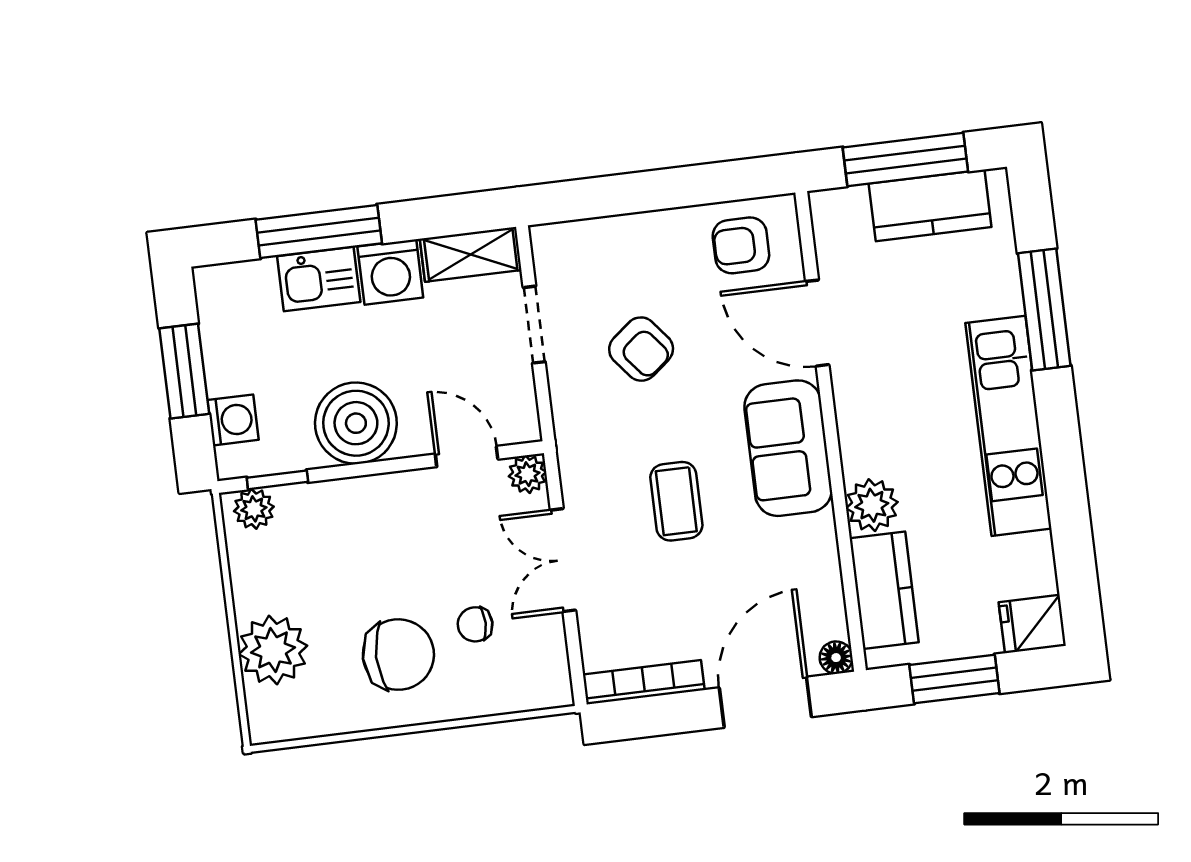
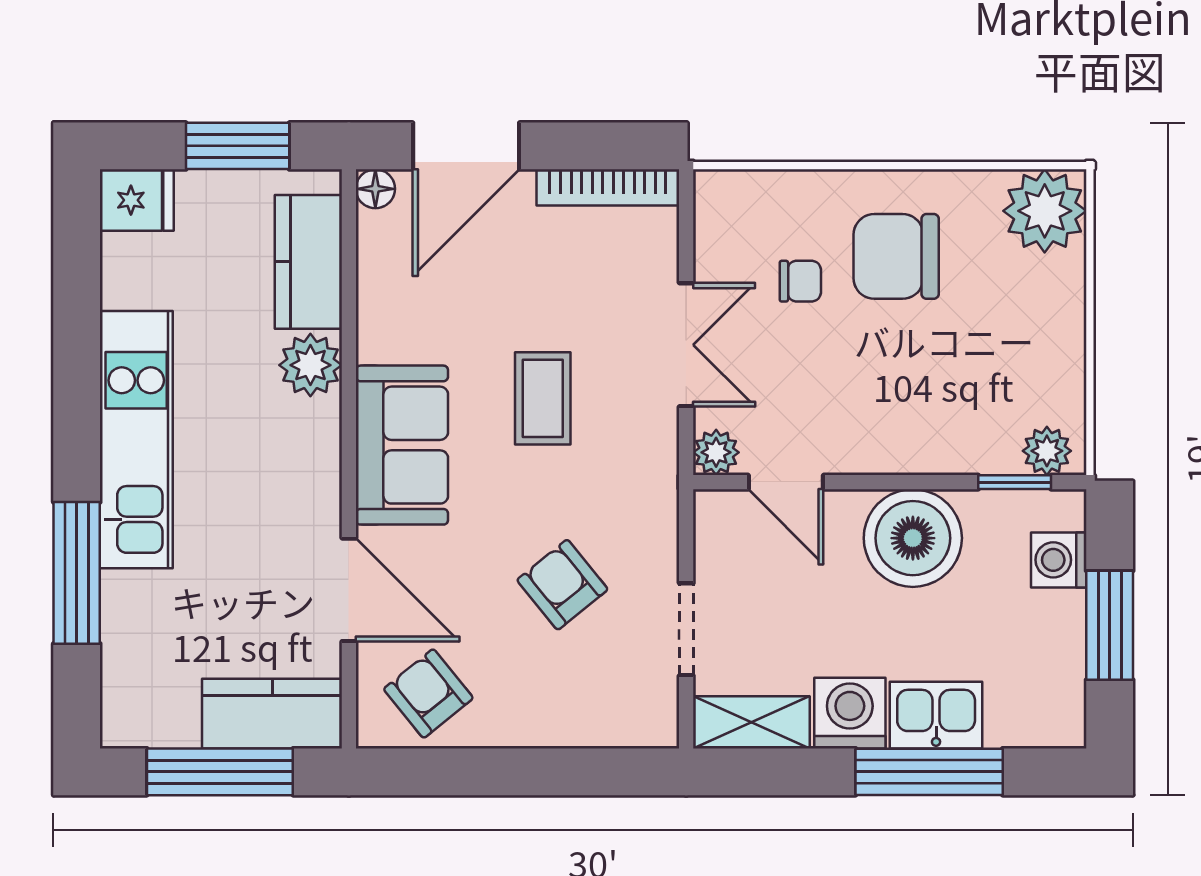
kitchen counter: (930, 205) -> (272, 714), moved
armchair: (741, 245) -> (428, 694), turned -129
plant: (273, 650) -> (1045, 211), moved

